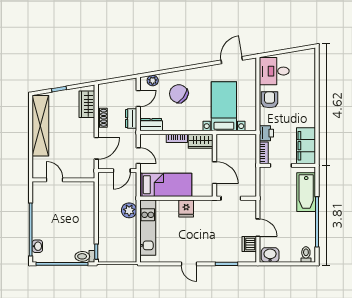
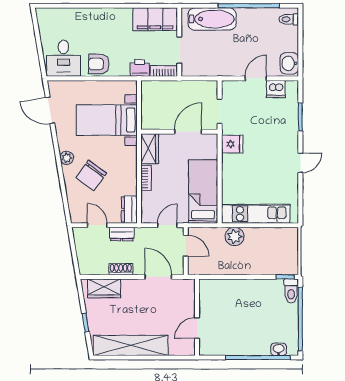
plant: (153, 81) -> (67, 158), moved
fridge: (186, 208) -> (232, 144), moved

